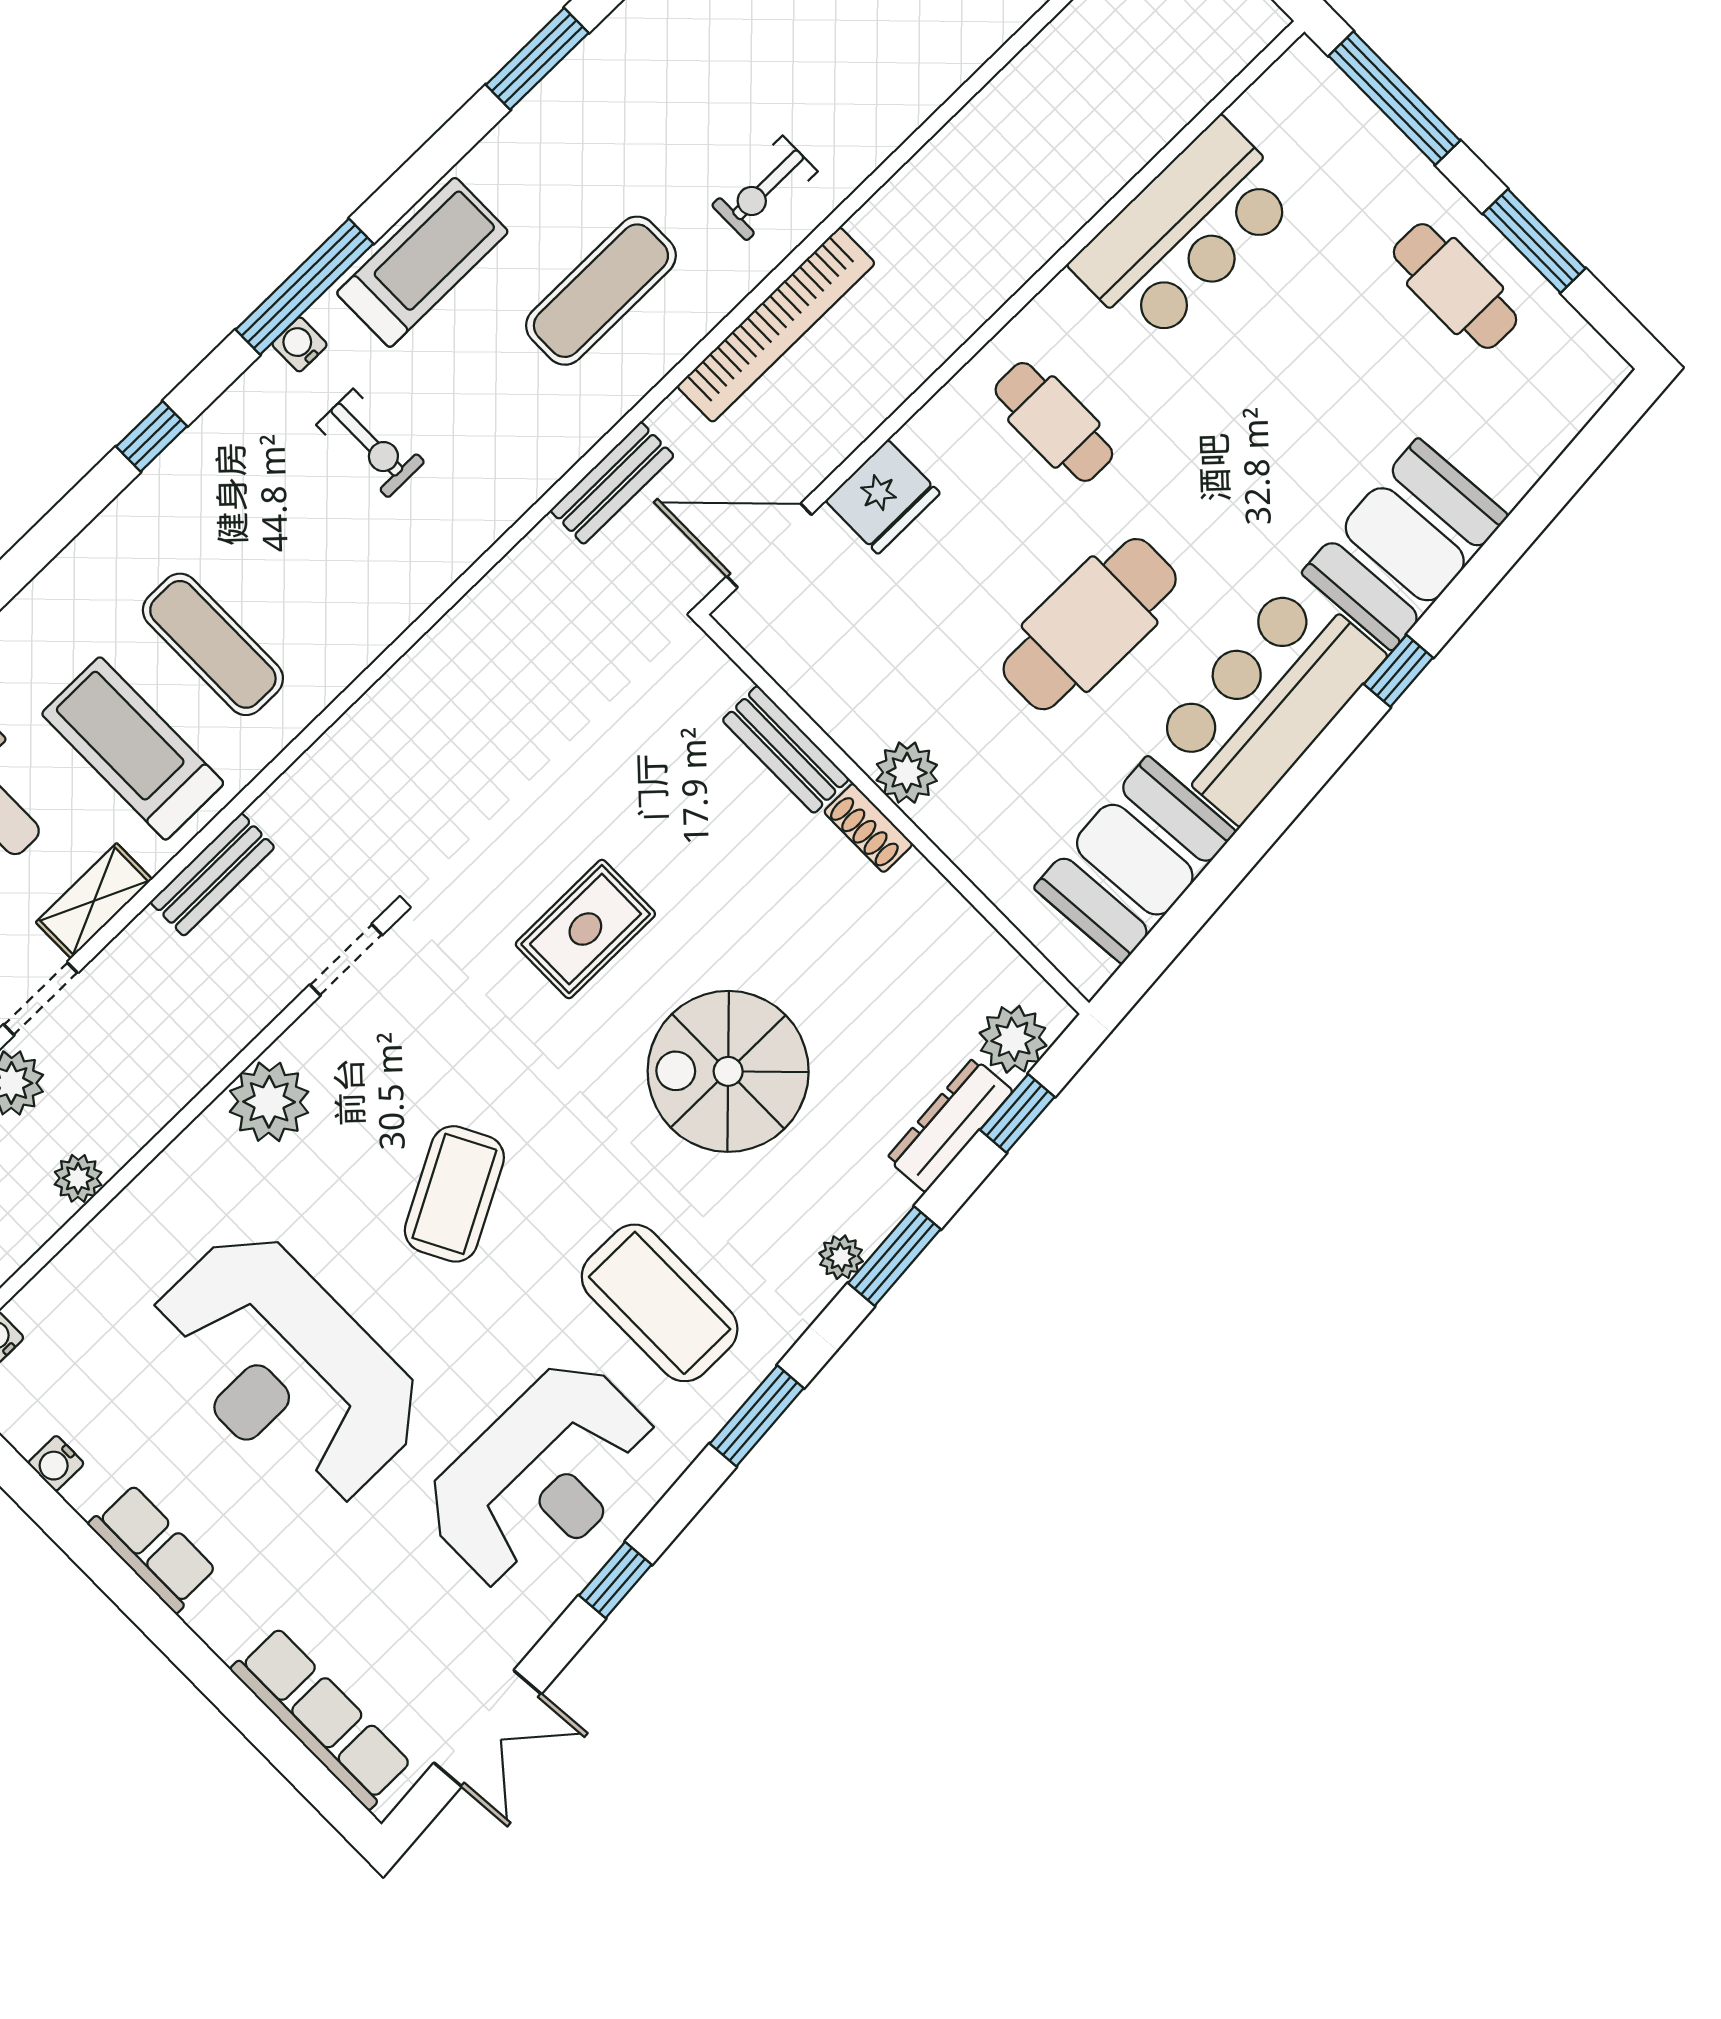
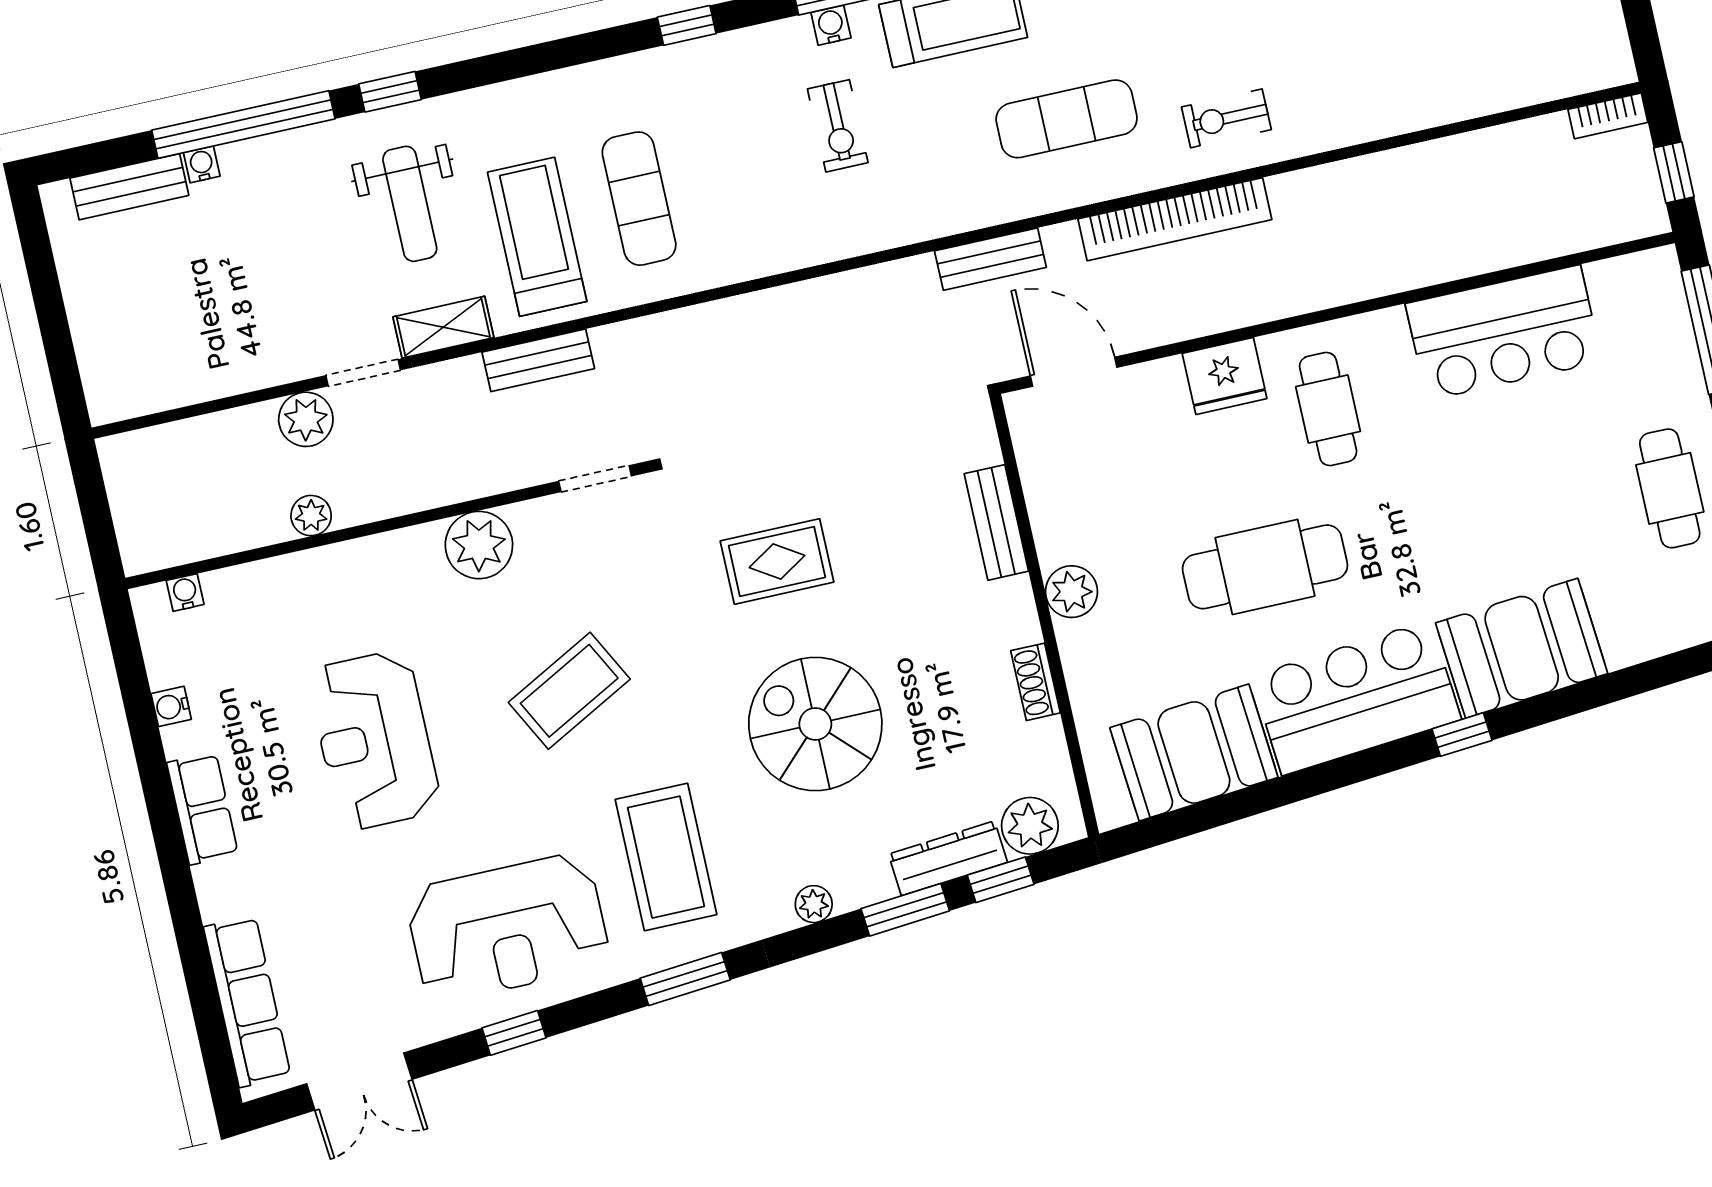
fridge: (883, 497) -> (1225, 376), moved
shoe rack: (868, 828) -> (1035, 682), moved
window: (894, 1256) -> (905, 910), moved
reception desk: (286, 1369) -> (374, 740), width x0.74, depth x0.77

